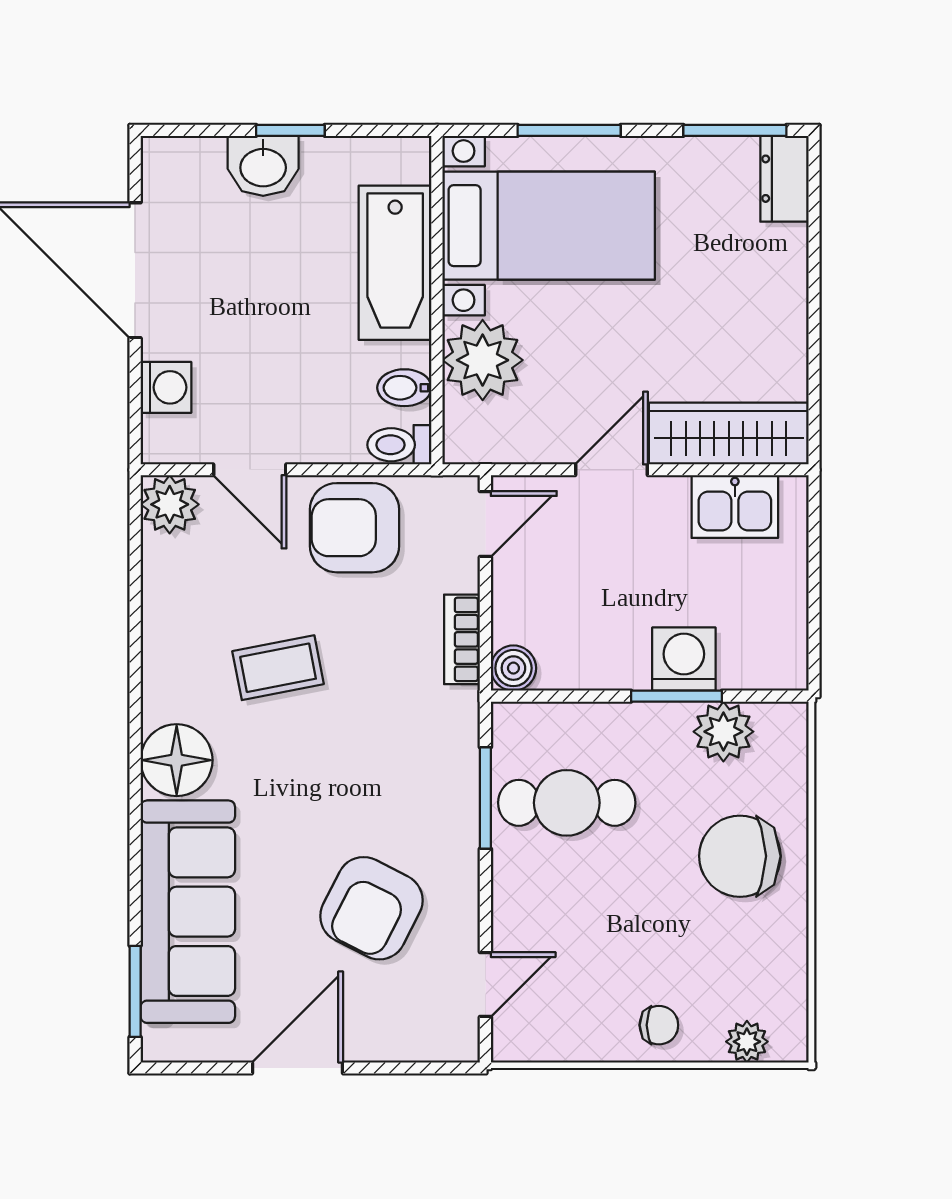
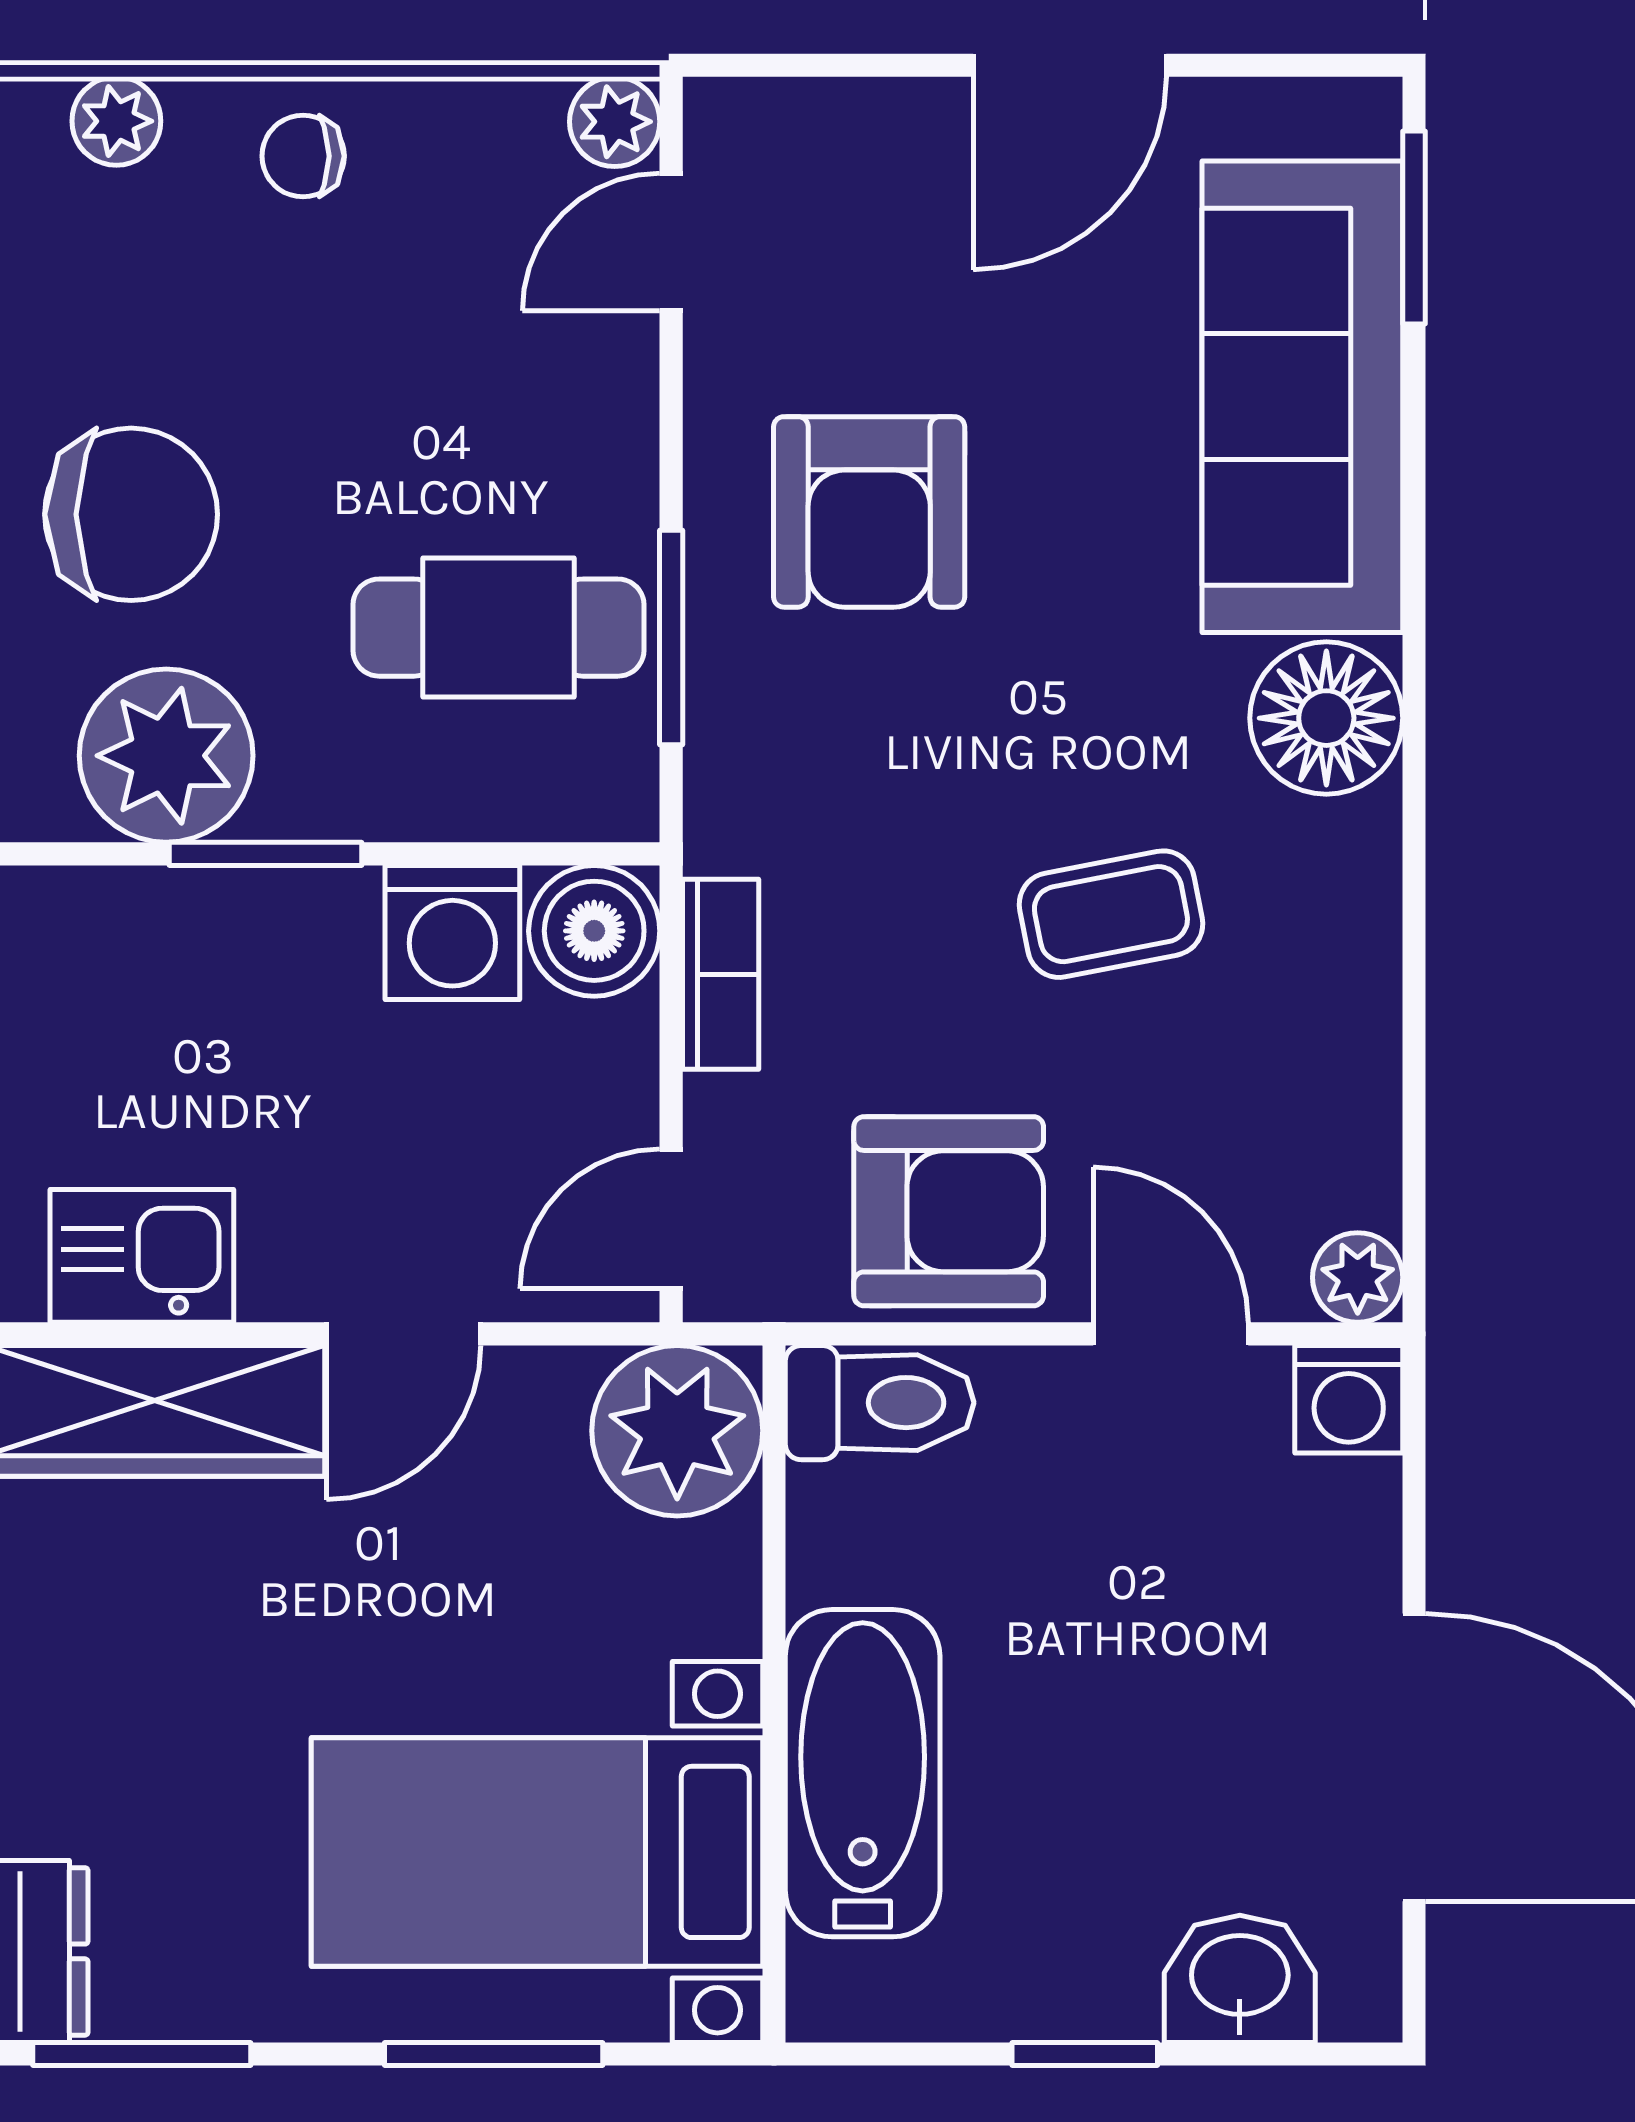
washbasin: (263, 166) -> (1240, 1979), moved
plant: (483, 360) -> (677, 1431), moved
washing machine: (166, 387) -> (1349, 1399), moved, turned -90
bidet: (404, 388) -> (843, 1508), removed
toilet: (399, 445) -> (880, 1403), width x1.37, depth x1.39
plant: (170, 504) -> (1358, 1277), width x0.73, depth x0.73
washing machine: (684, 659) -> (452, 932), moved
boiler: (513, 668) -> (594, 931), width x1.36, depth x1.36
plant: (723, 732) -> (166, 756), width x1.36, depth x1.36
armchair: (371, 908) -> (869, 512), moved, turned 153
plant: (512, 1041) -> (615, 122), added

